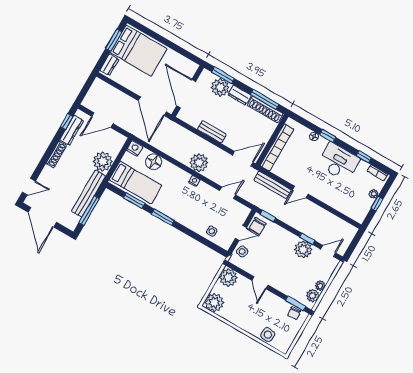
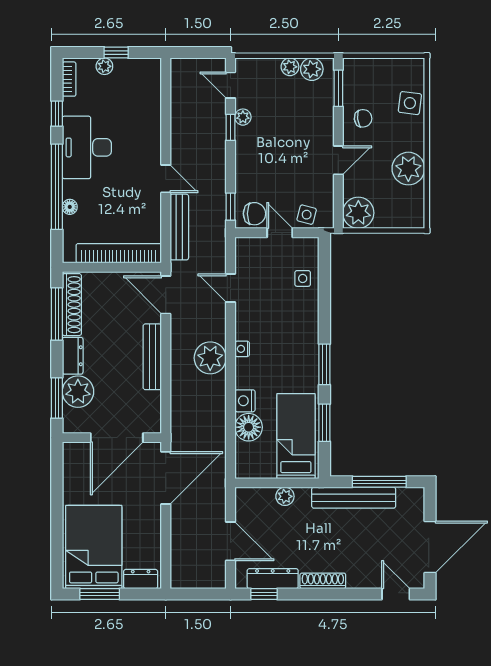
bench: (212, 132) -> (152, 357), width x1.36
window: (328, 136) -> (57, 187), width x3.17
nightstand: (135, 148) -> (245, 401), moved
plant: (103, 162) -> (285, 496), width x0.53, depth x0.53
plant: (303, 249) -> (243, 117), width x0.53, depth x0.53
plant: (214, 303) -> (408, 169), moved
chair: (294, 313) -> (363, 118), moved

